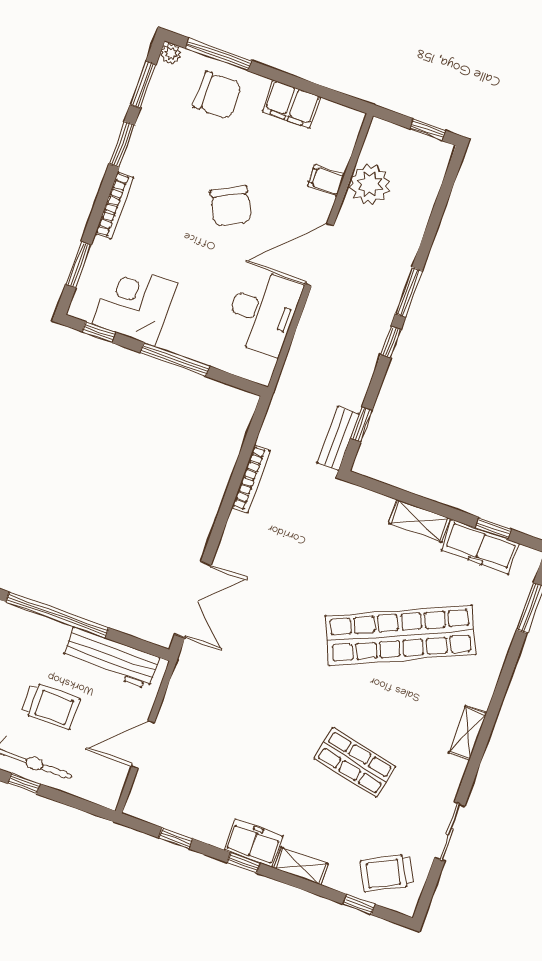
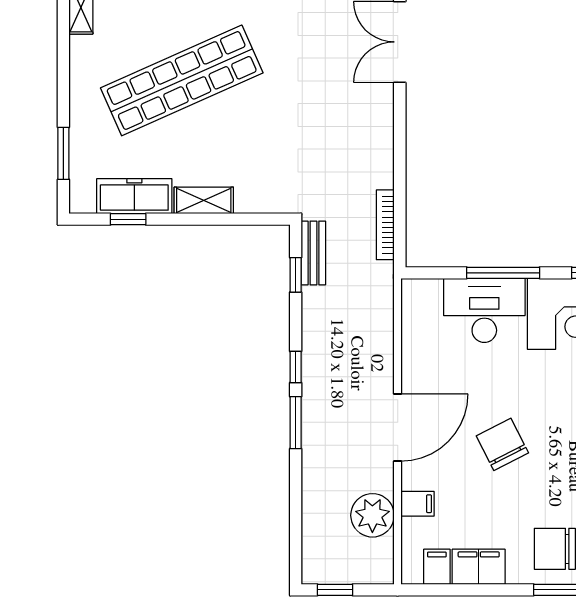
filing cabinet: (329, 117) -> (437, 567), added
desk: (263, 312) -> (484, 310), moved, turned 90
bookcase: (251, 479) -> (385, 225), moved

